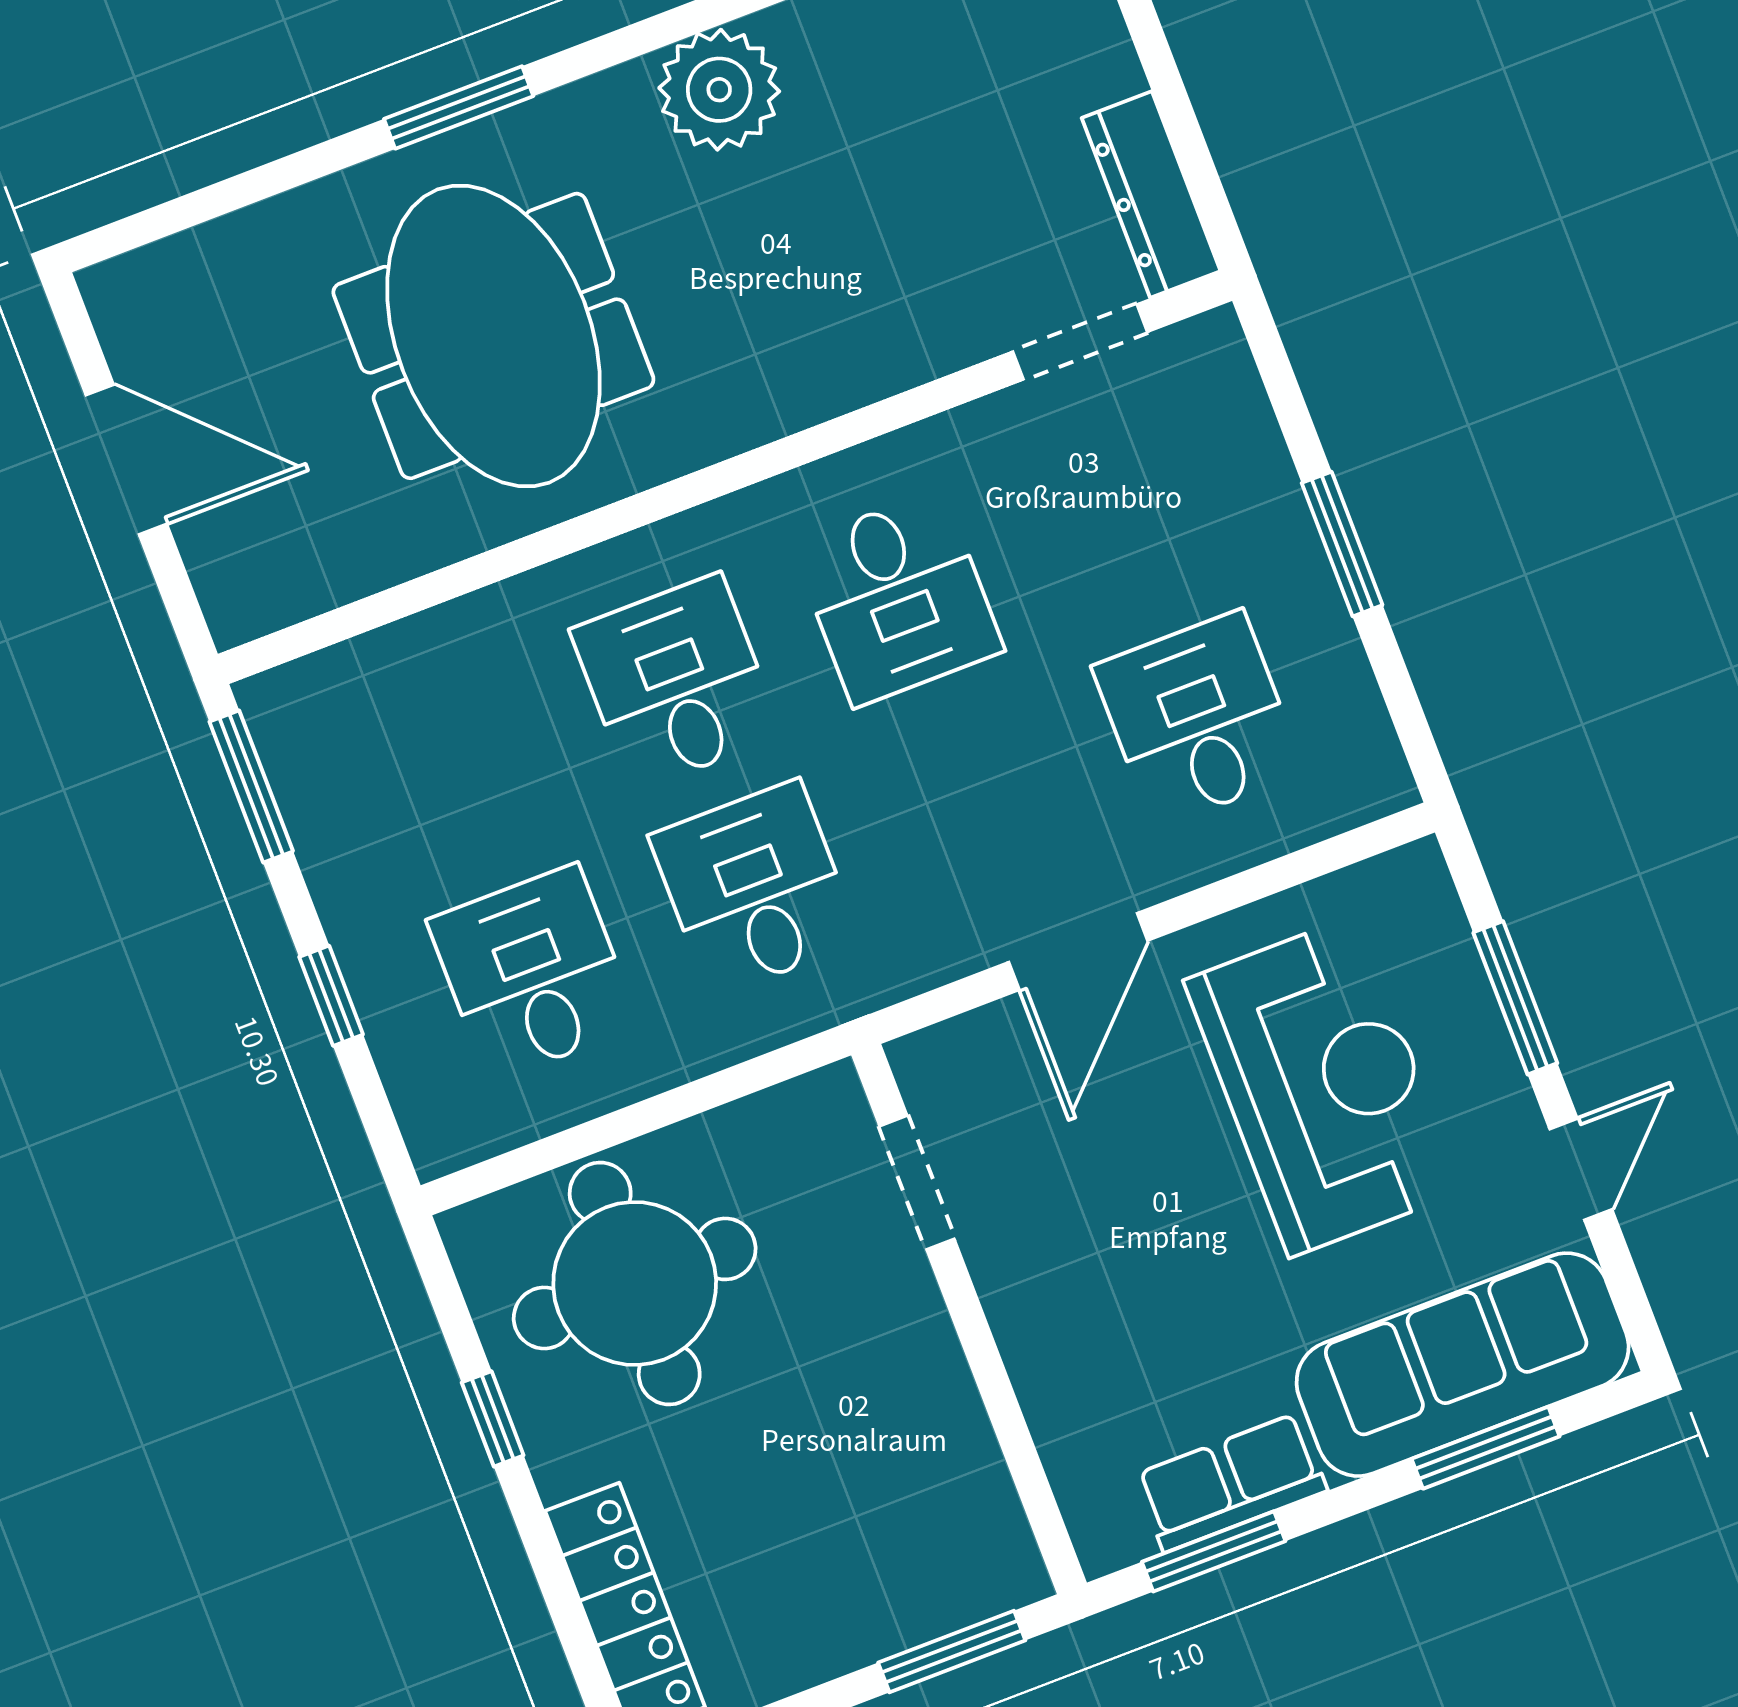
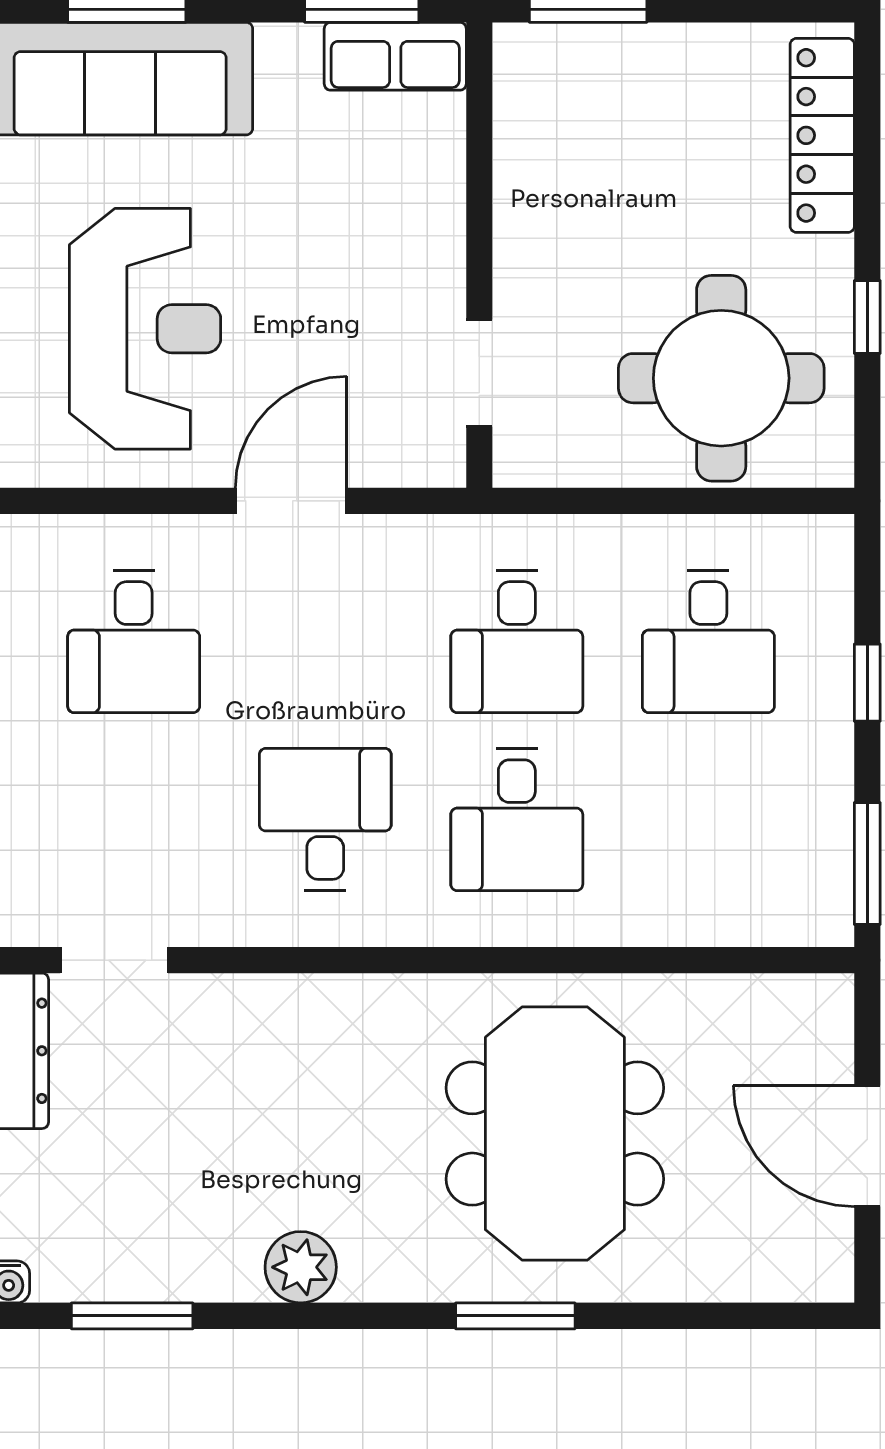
plant: (719, 90) -> (301, 1267), width x0.73, depth x0.73
reception desk: (1323, 1086) -> (145, 329), turned 180
row of seats: (1231, 1483) -> (395, 56), moved

